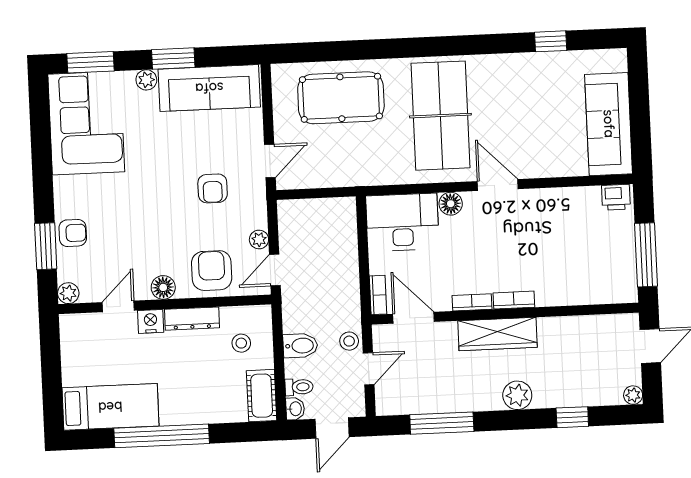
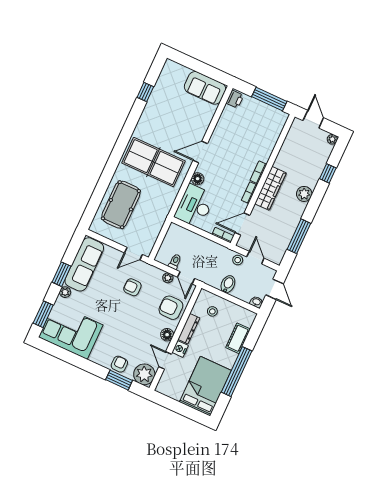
sofa: (609, 124) -> (205, 88), width x0.73
door: (270, 161) -> (133, 254), swing flipped
armchair: (213, 188) -> (132, 287), turned 180
plant: (68, 293) -> (144, 374), width x1.87, depth x1.87
toilet: (299, 387) -> (175, 262), moved
cot: (262, 396) -> (238, 338), moved, turned 90
bed: (110, 407) -> (205, 386), width x1.50

